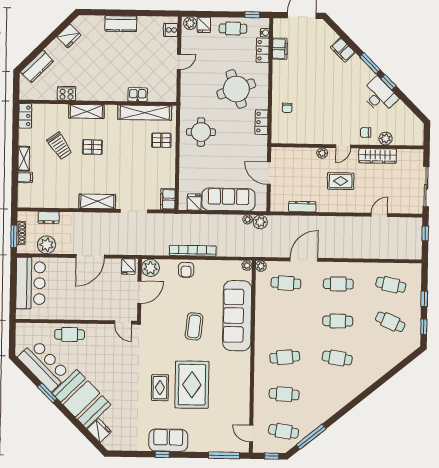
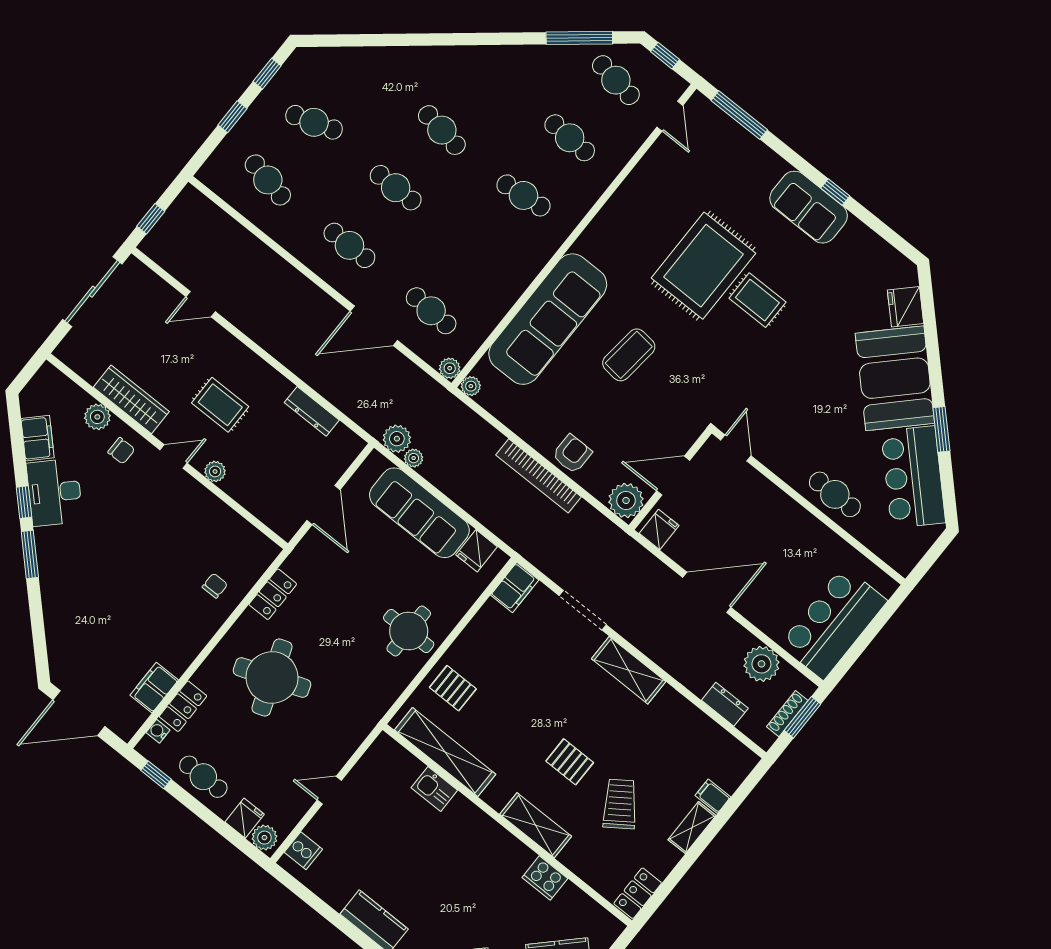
filing cabinet: (343, 50) -> (38, 438), moved
round table: (201, 132) -> (409, 631), moved
cafe table: (390, 322) -> (314, 122), turned -42
rug: (160, 388) -> (757, 300), turned 90

